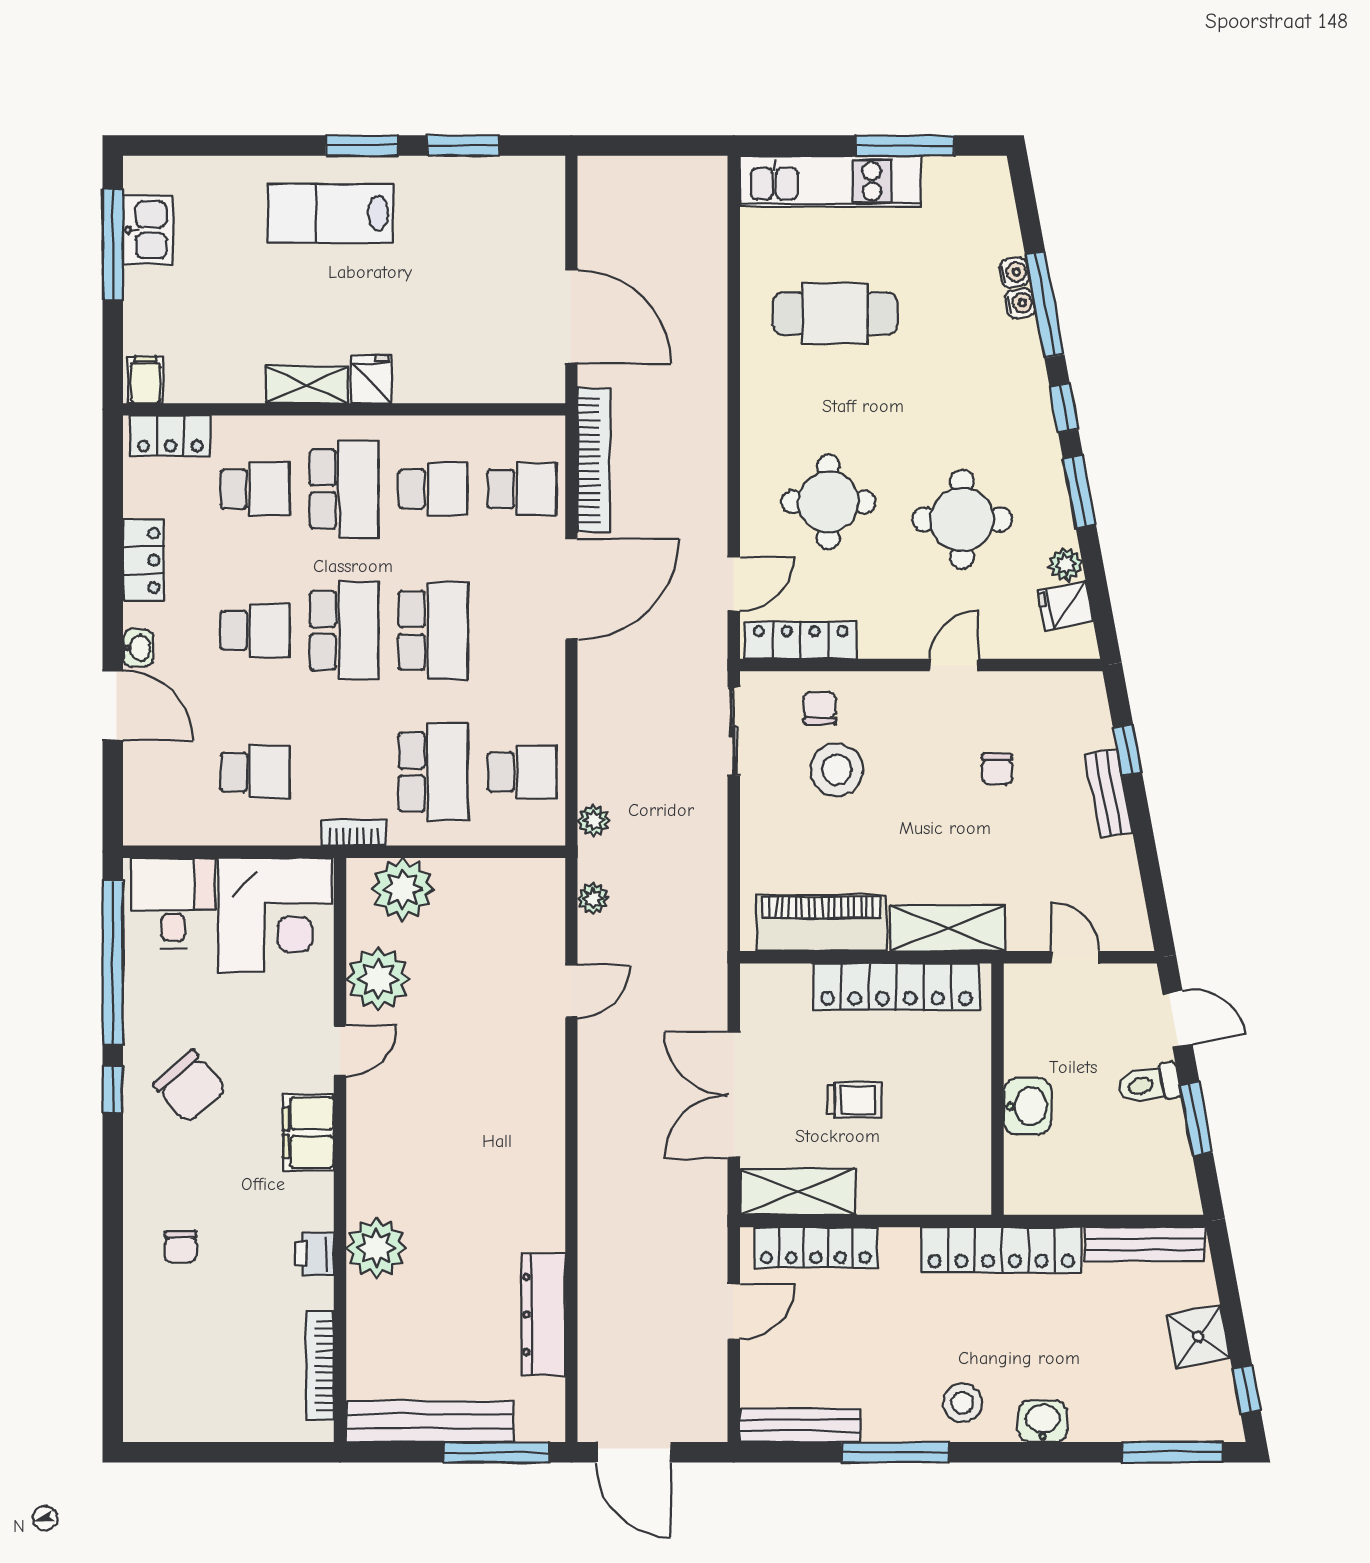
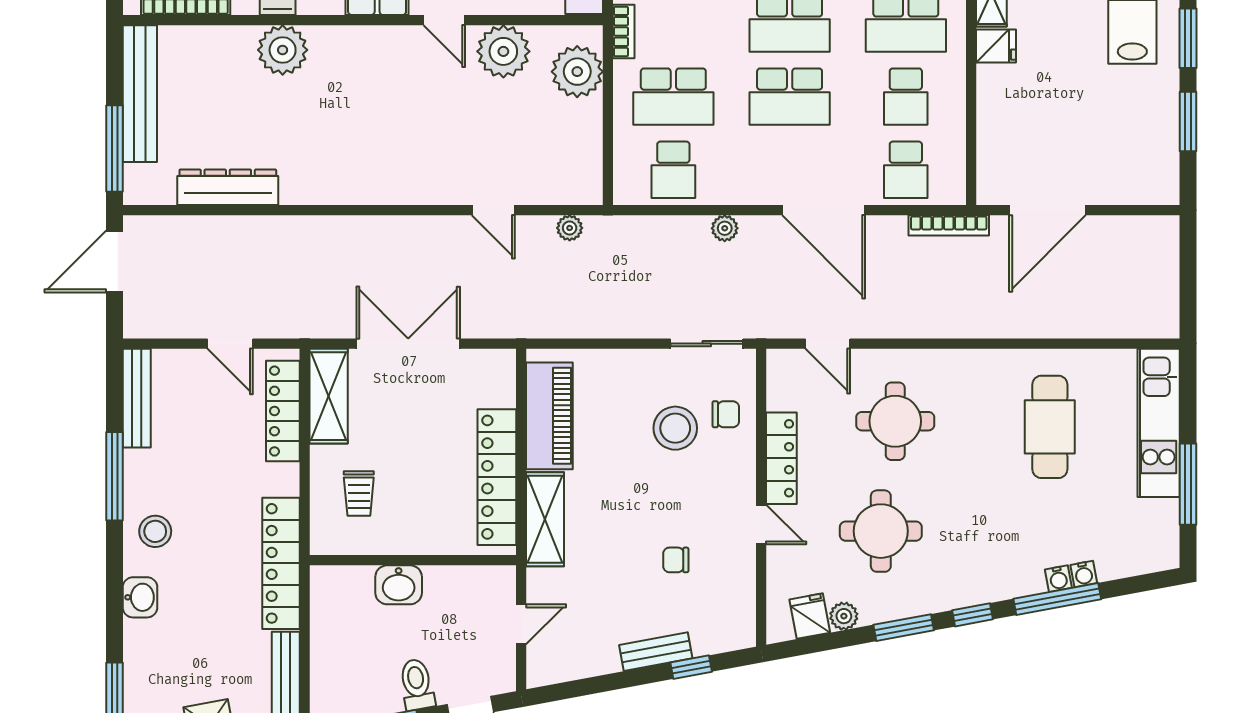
bookcase: (594, 460) -> (949, 225), width x0.68, depth x0.76
locker: (801, 640) -> (781, 458), moved
plant: (593, 820) -> (725, 228), moved
trolley: (854, 1100) -> (359, 494), moved

